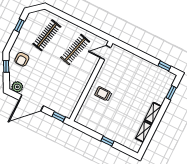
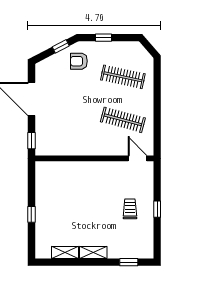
window: (19, 26) -> (103, 38), moved
window: (164, 66) -> (157, 209), moved
plant: (17, 87) -> (43, 72), removed
trolley: (103, 94) -> (130, 209), moved

